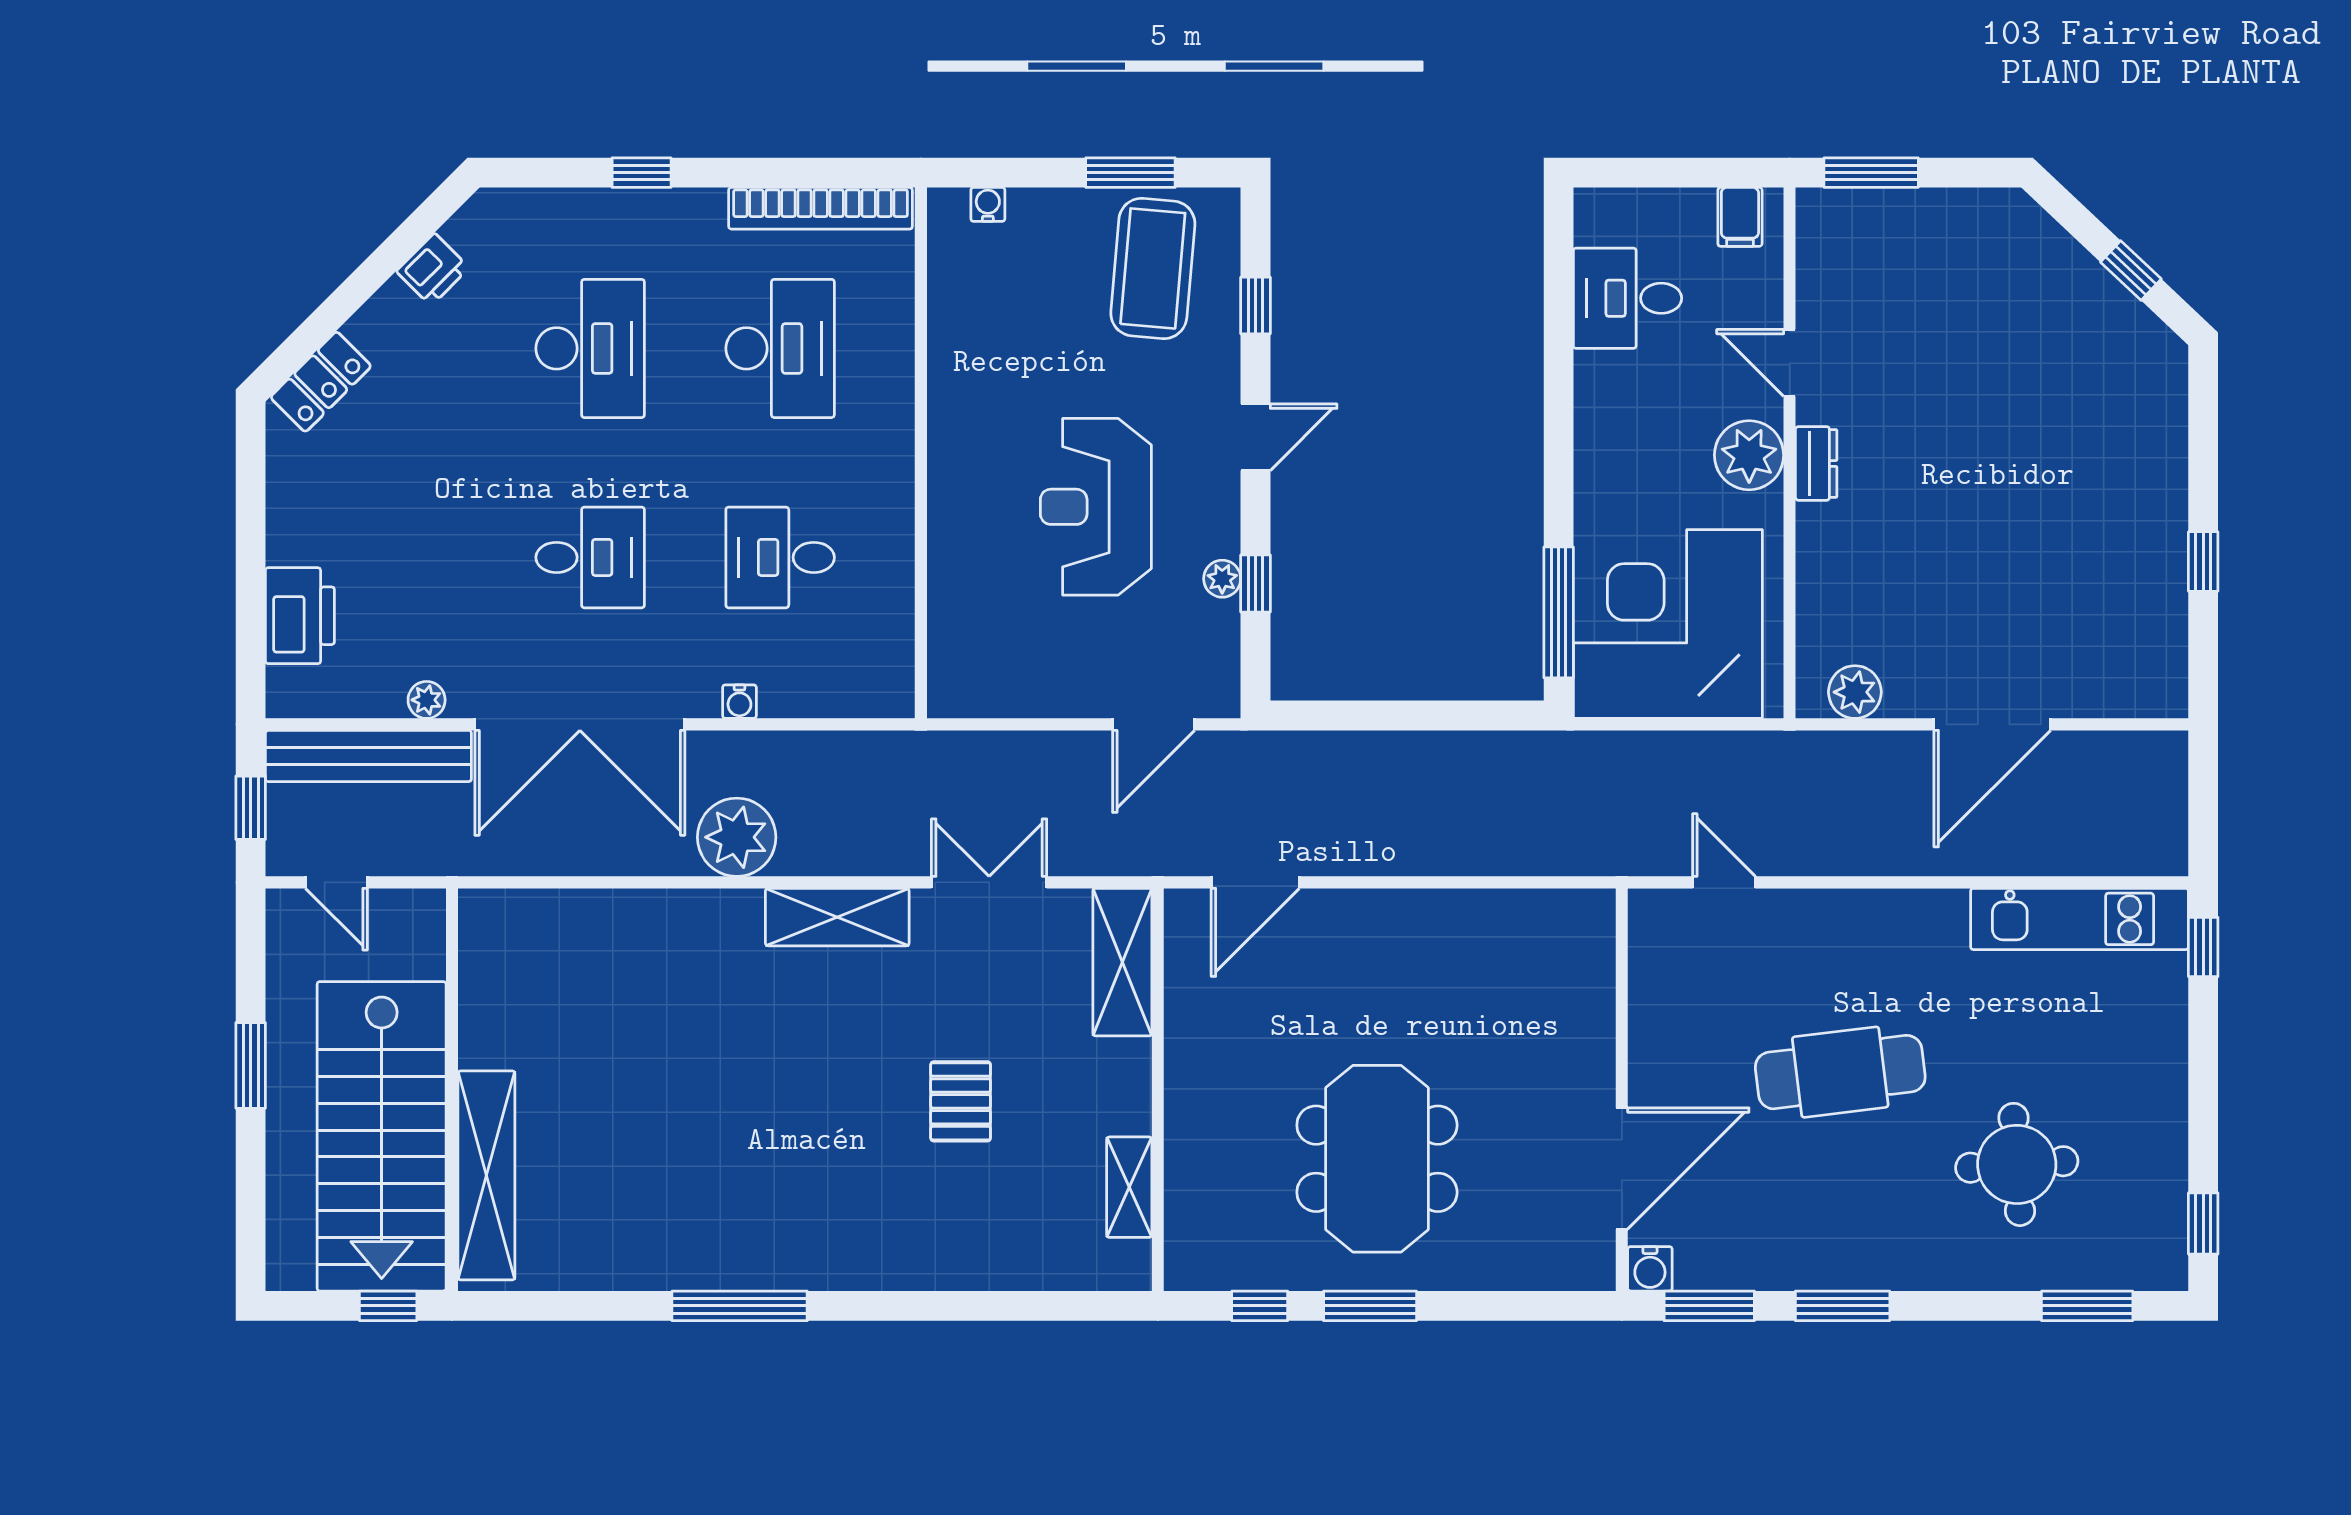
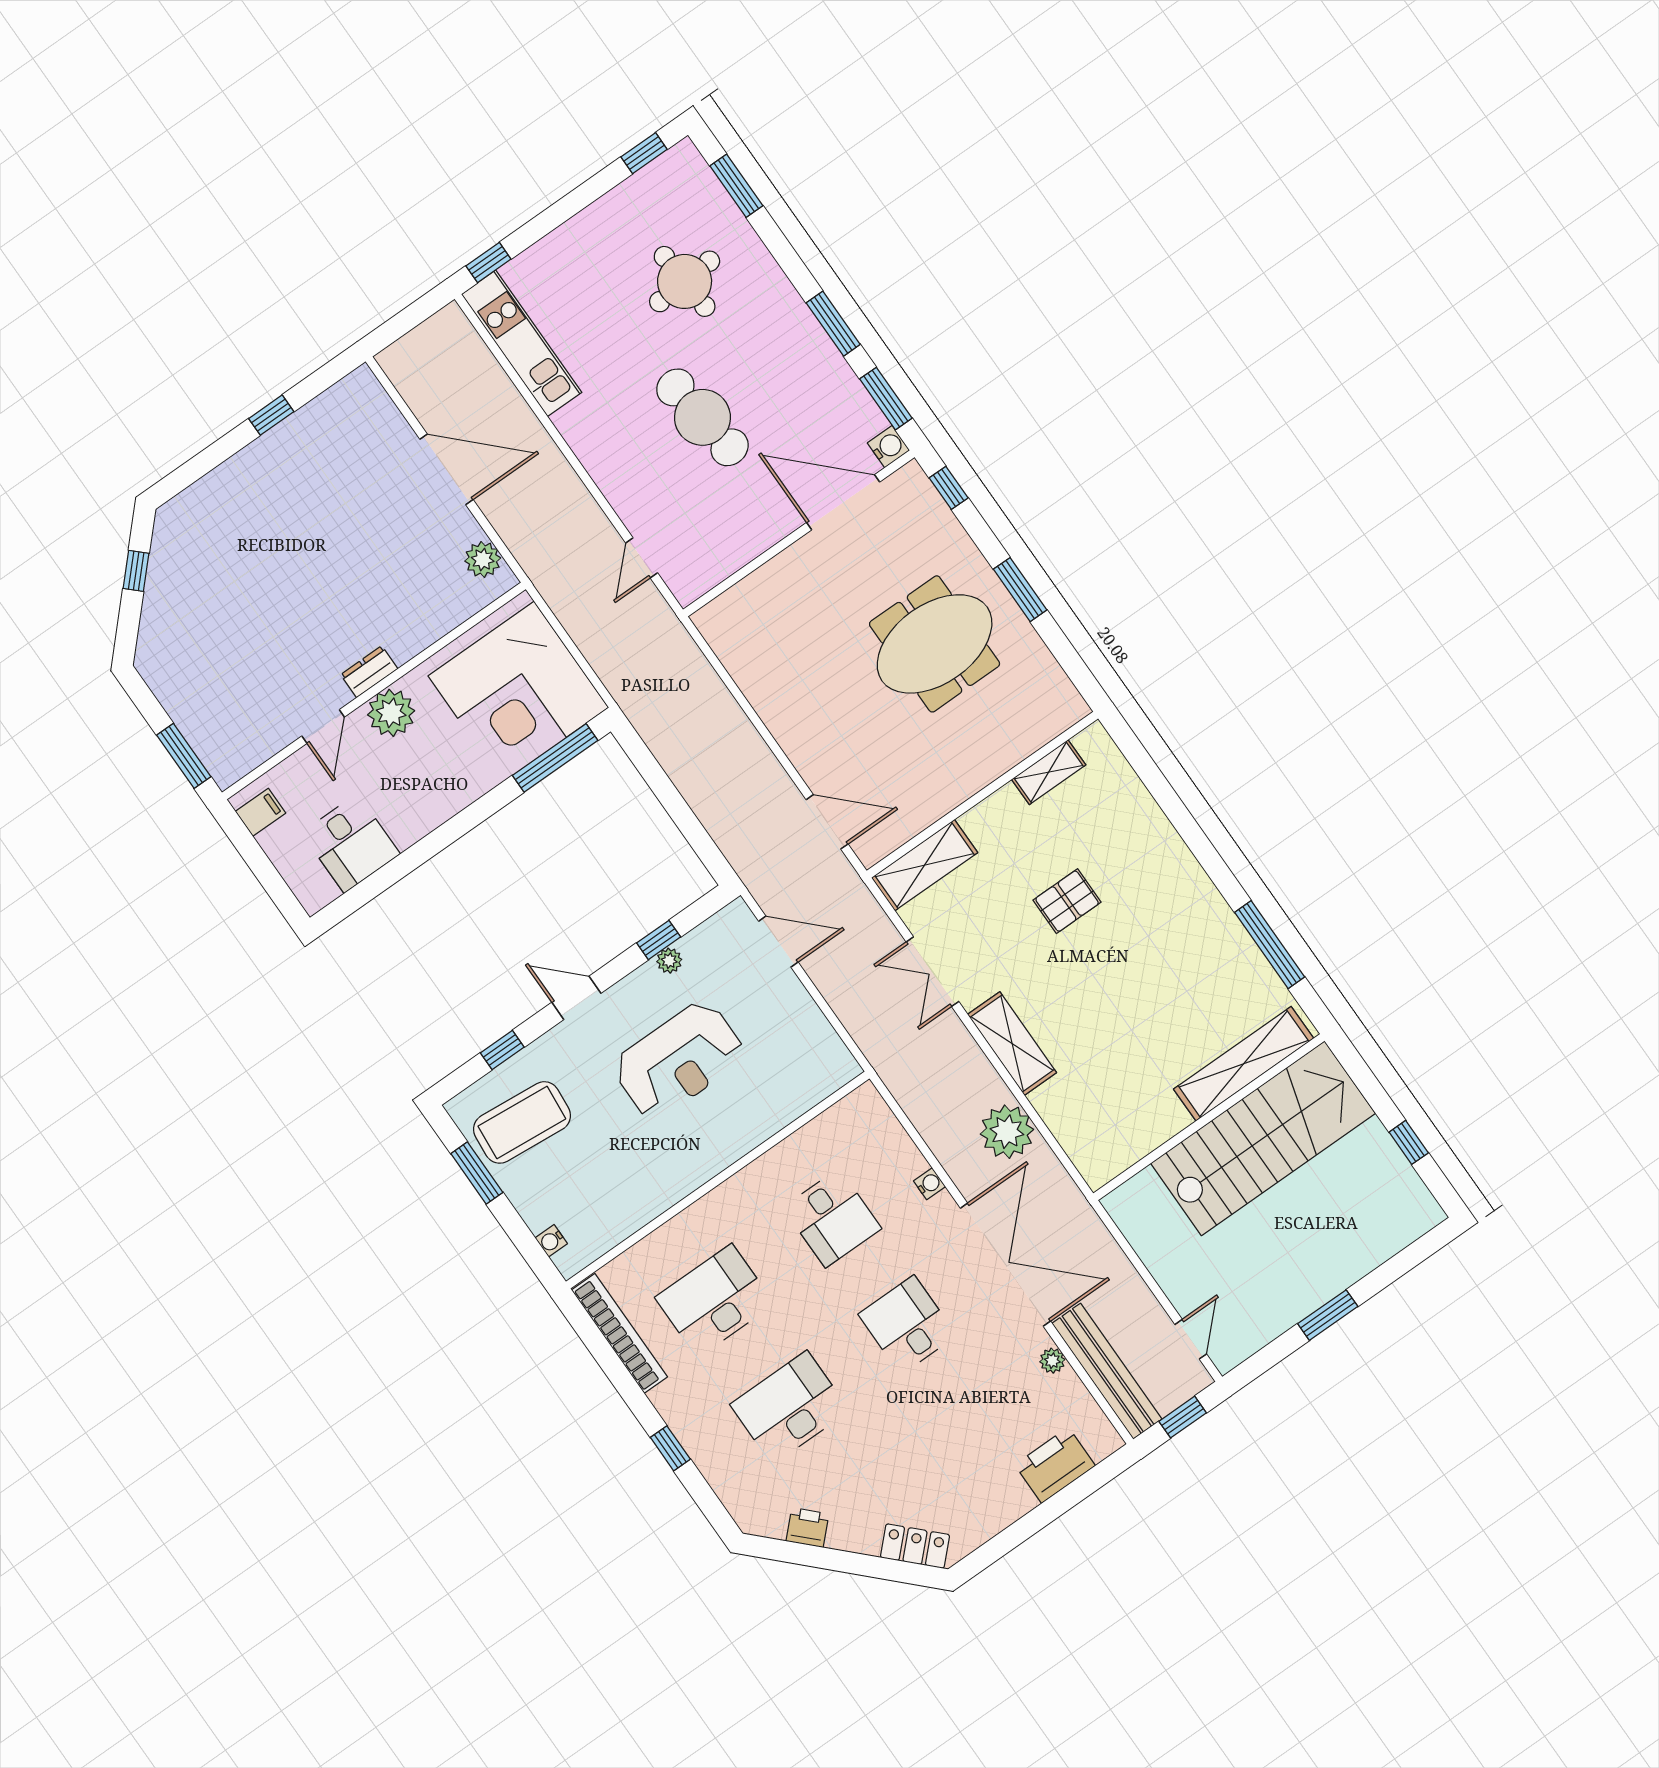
wall: (452, 1090) -> (1209, 1117), moved
stairs: (382, 1136) -> (1263, 1138), moved
shelving: (486, 1175) -> (1244, 1064), moved
window: (1260, 1306) -> (949, 488), moved

